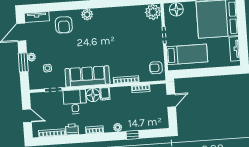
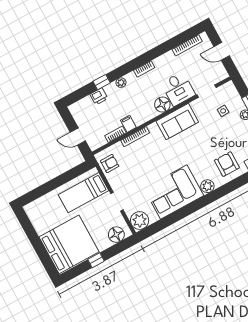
corner sofa: (116, 22) -> (174, 192), added
tv unit: (235, 49) -> (36, 221), removed
sofa: (87, 76) -> (177, 122), width x0.73
filing cabinet: (105, 94) -> (128, 124), moved
door: (171, 101) -> (78, 137), hinge flipped
printer: (72, 129) -> (99, 96), moved

